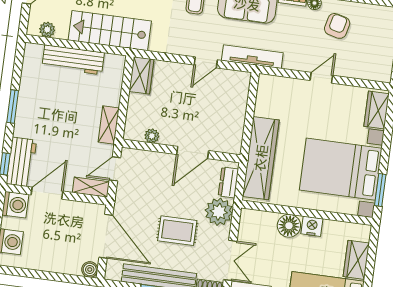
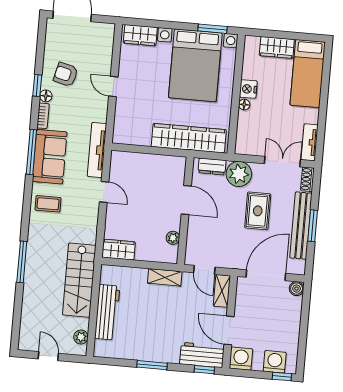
floor lamp: (289, 226) -> (244, 105), width x0.53, depth x0.53

